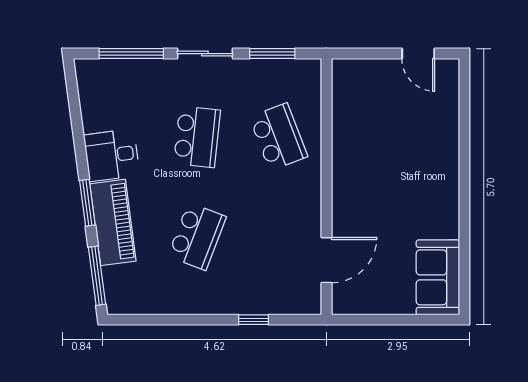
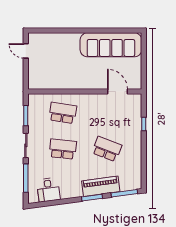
door: (418, 54) -> (26, 51), swing flipped
school desk: (278, 137) -> (63, 113), turned 30
desk: (112, 155) -> (48, 190), moved
sofa: (438, 277) -> (111, 45), width x1.85, depth x1.27

